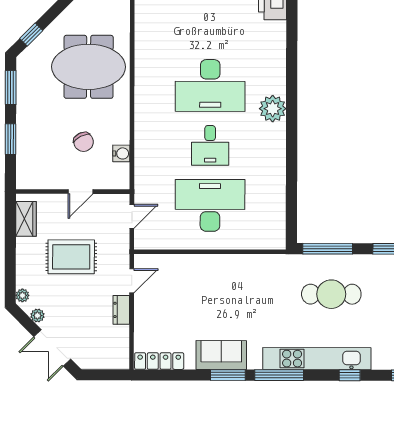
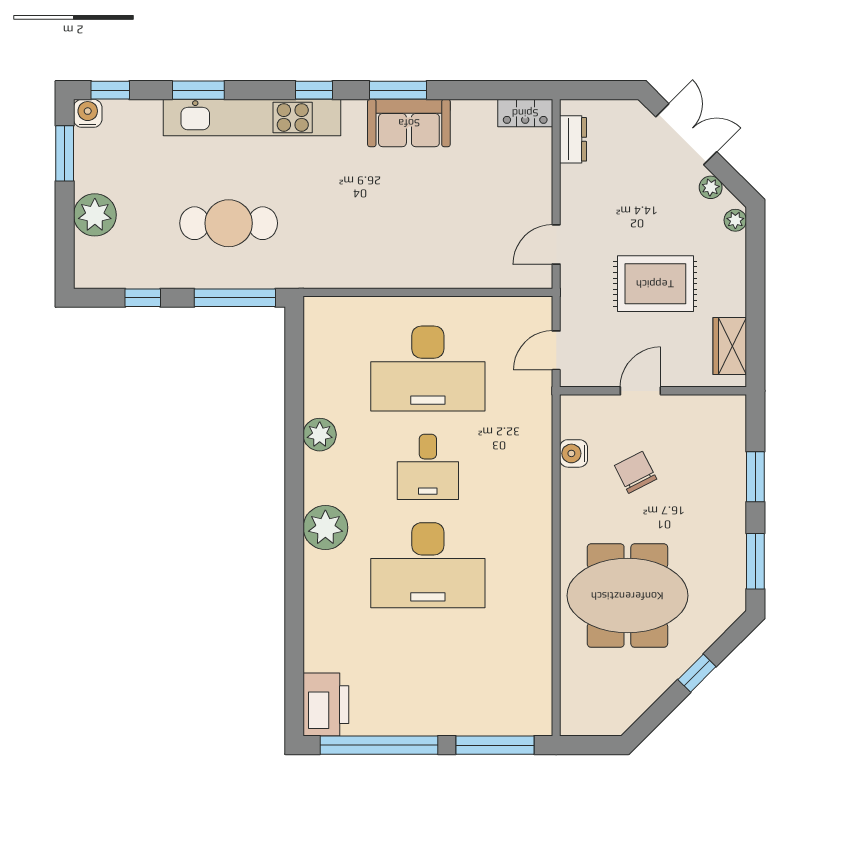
window: (31, 34) -> (697, 673), moved
desk: (210, 85) -> (428, 565), turned 180
desk: (210, 145) -> (428, 467), turned 180
plant: (276, 165) -> (320, 435), added
dresser: (121, 310) -> (573, 139), moved
locker: (159, 361) -> (525, 113), width x0.66
window: (279, 375) -> (314, 90), width x0.46
window: (350, 375) -> (198, 90), width x1.50

